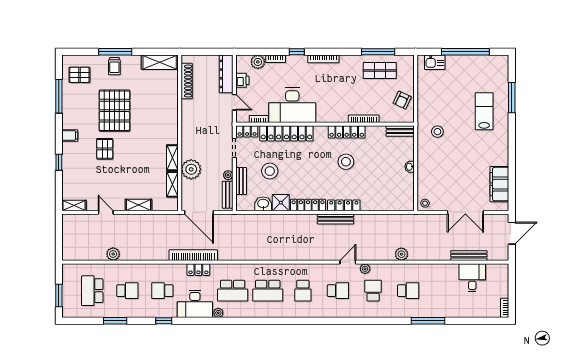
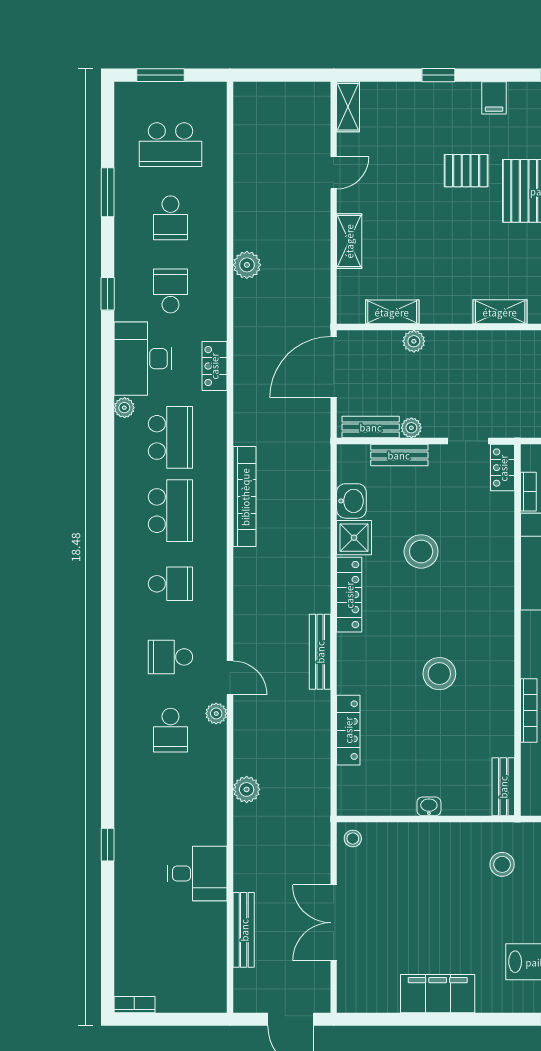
locker: (347, 132) -> (501, 675), removed
locker: (286, 133) -> (498, 550), removed
shelving: (172, 158) -> (500, 312), moved
plant: (191, 169) -> (414, 341), width x0.53, depth x0.53
stool: (270, 171) -> (421, 551), moved
filing cabinet: (499, 184) -> (438, 994), moved
locker: (344, 205) -> (348, 730), moved
plant: (113, 254) -> (247, 265), moved
bookcase: (193, 255) -> (245, 497), moved
desk: (472, 278) -> (197, 874), moved
school desk: (92, 291) -> (170, 145), turned 180
school desk: (233, 291) -> (170, 437), turned 180
school desk: (268, 291) -> (170, 511), turned 180
school desk: (303, 291) -> (170, 584), turned 180
school desk: (338, 291) -> (170, 657), turned 90
school desk: (373, 291) -> (170, 730), turned 90
school desk: (408, 291) -> (170, 803), removed
window: (428, 321) -> (108, 845), width x0.46

